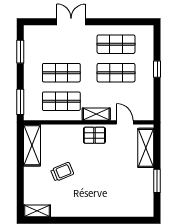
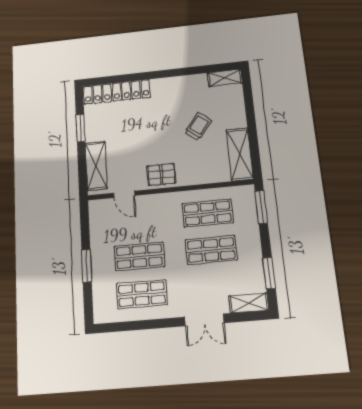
window: (157, 69) -> (87, 266), width x1.50
shelving: (96, 114) -> (249, 303), moved
trolley: (62, 172) -> (198, 126), turned 151
locker: (126, 209) -> (117, 92), added

